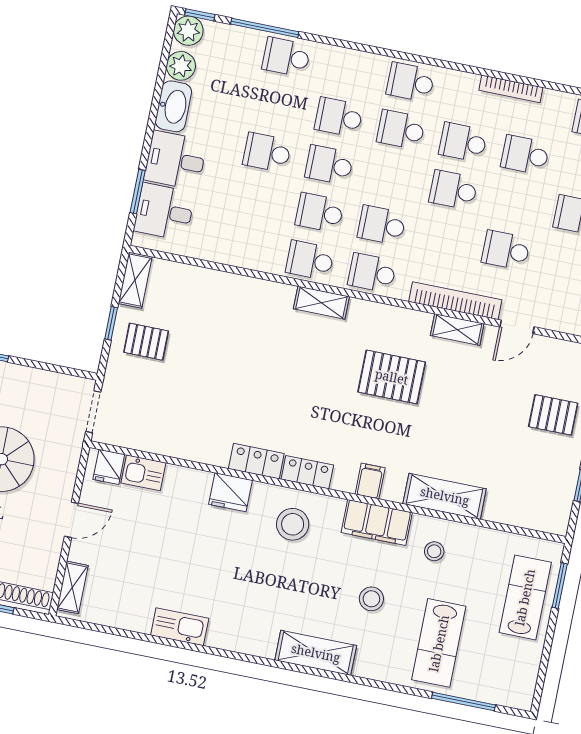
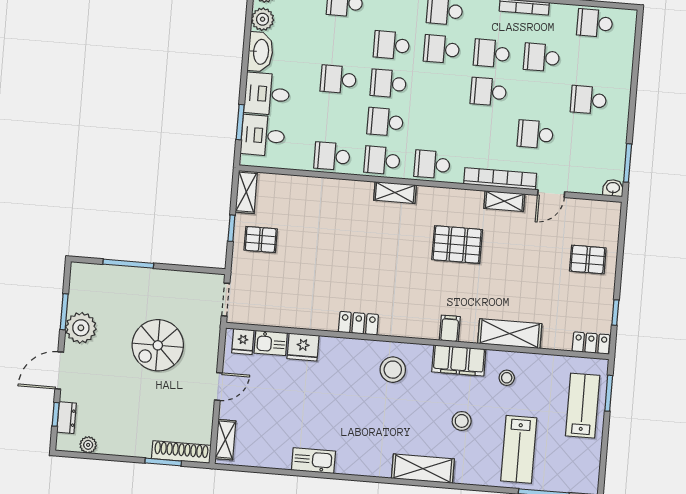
school desk: (382, 225) -> (332, 156), moved
locker: (307, 472) -> (591, 343), moved
fridge: (231, 492) -> (303, 347), moved

